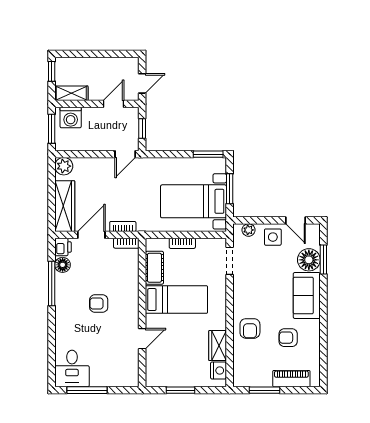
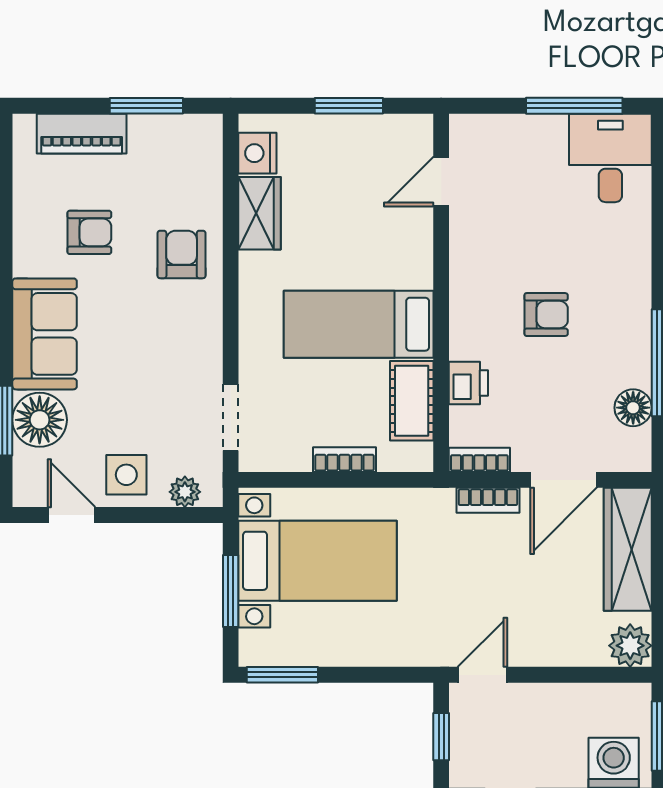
printer: (63, 247) -> (468, 383), moved, turned 180
door: (142, 339) -> (441, 182), moved

